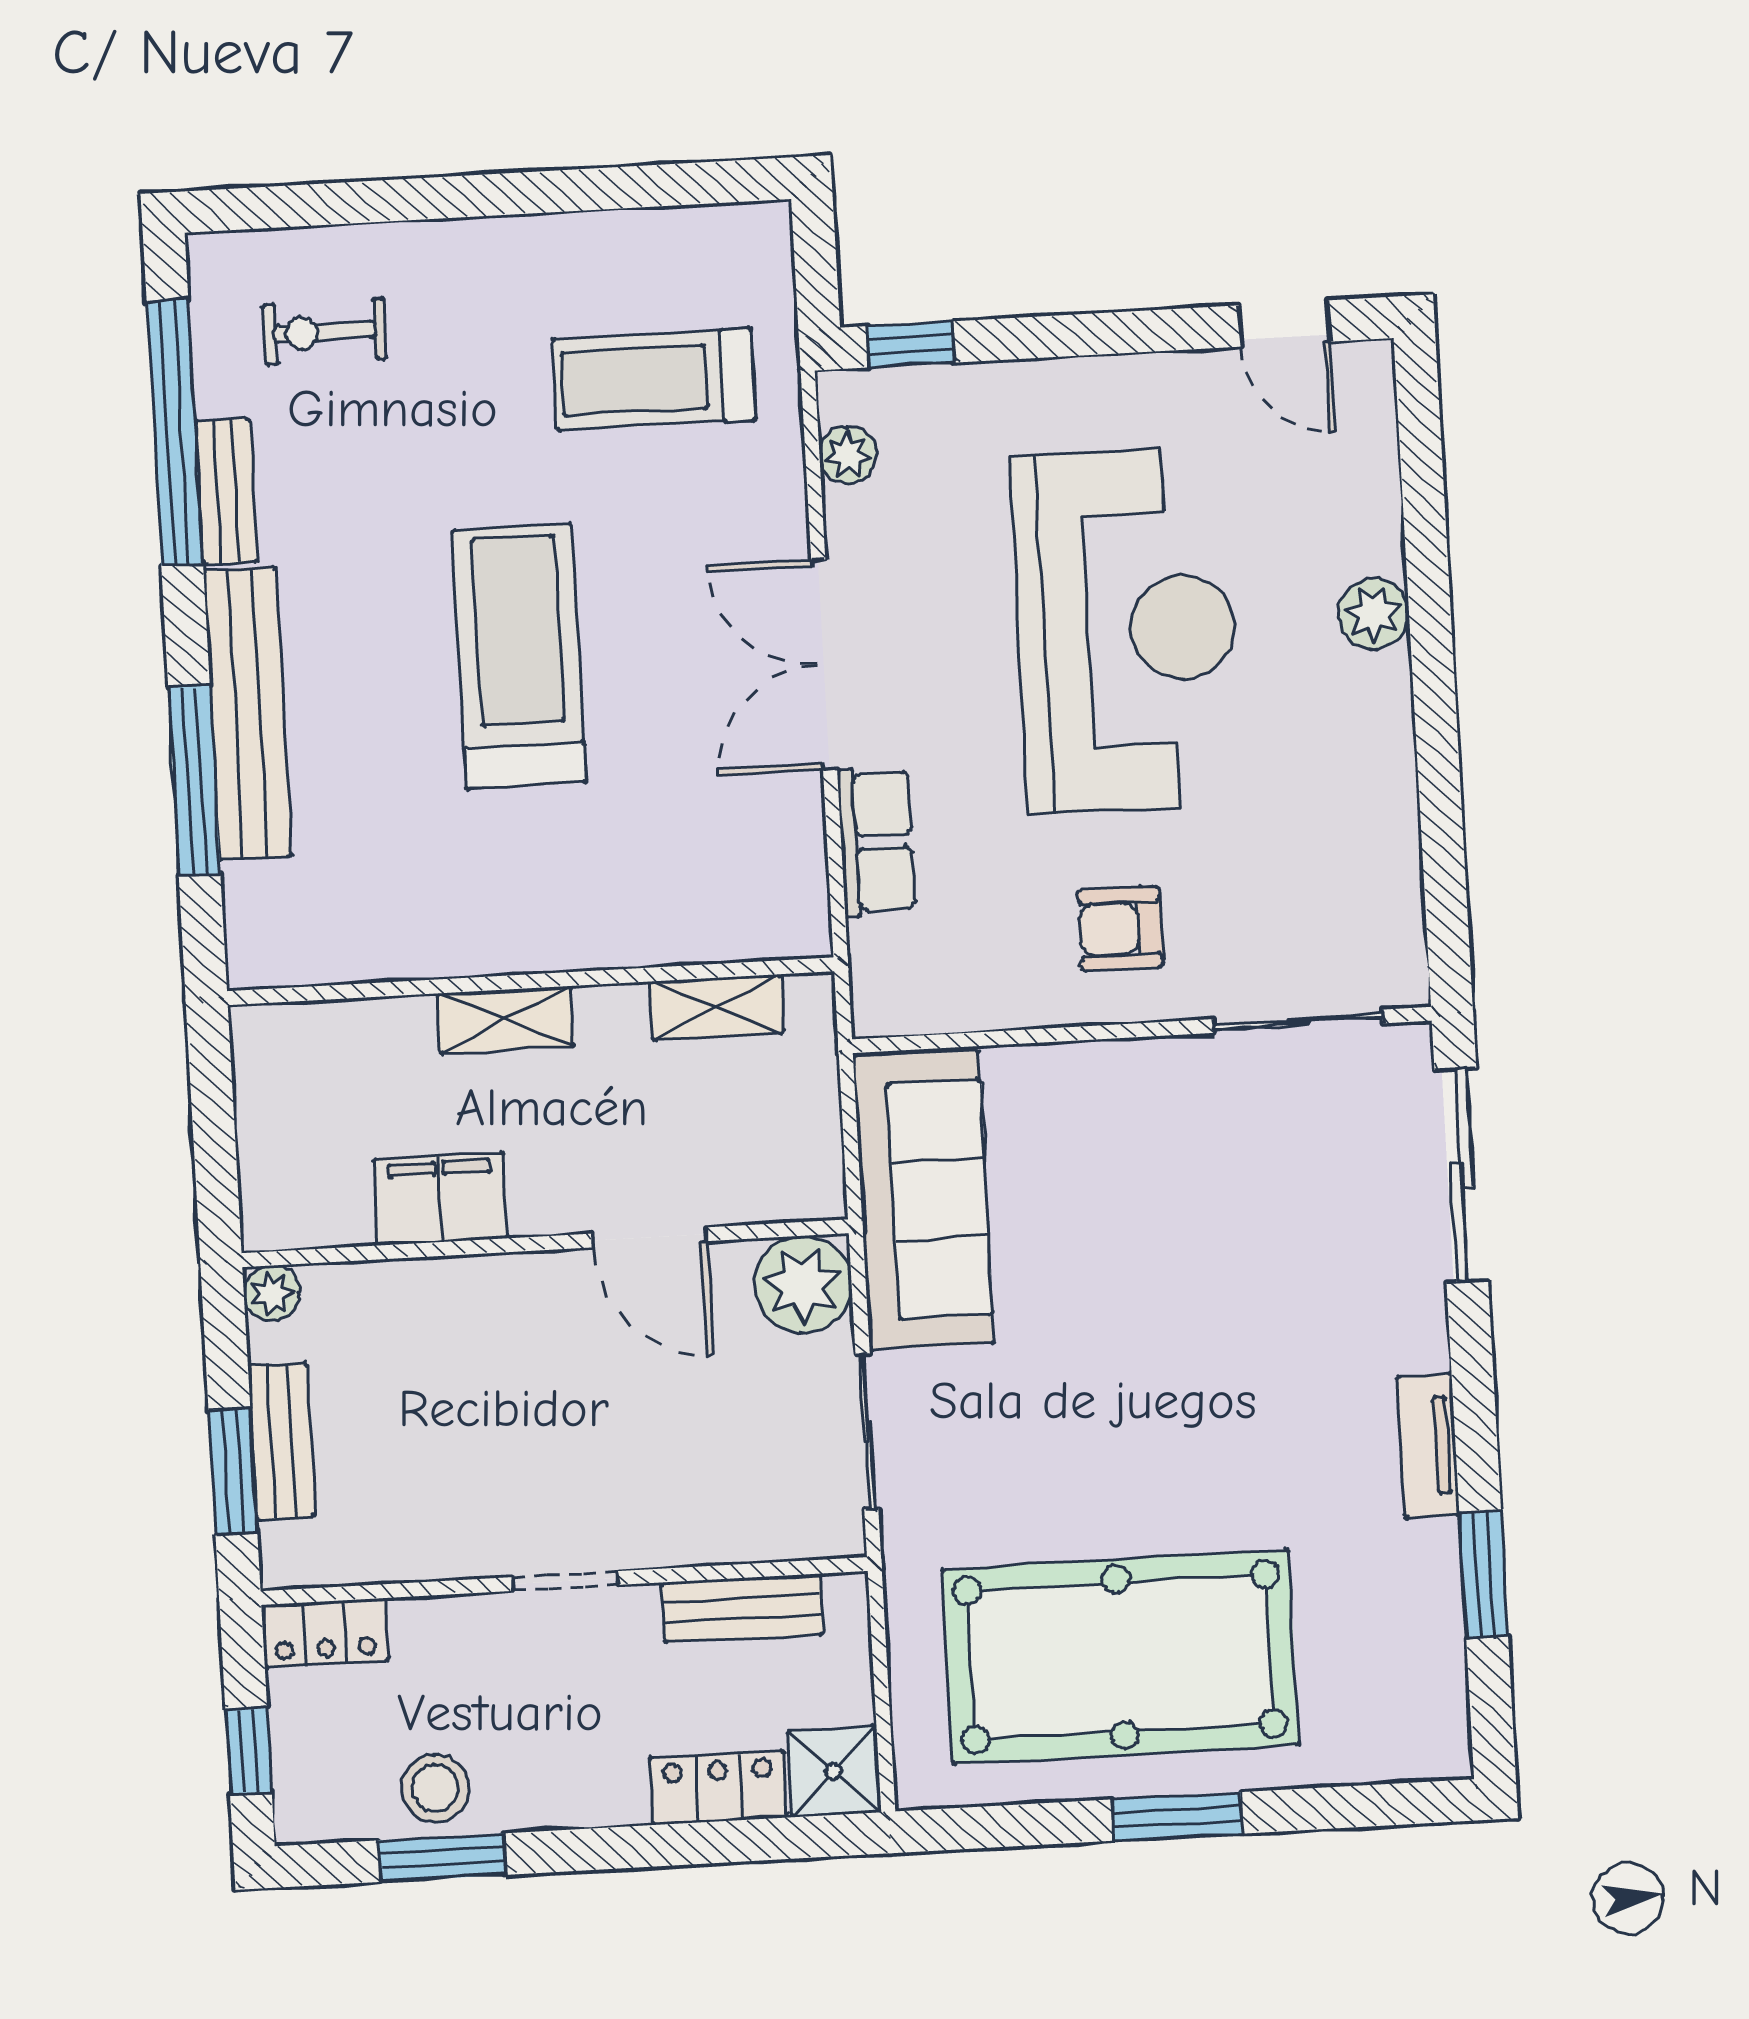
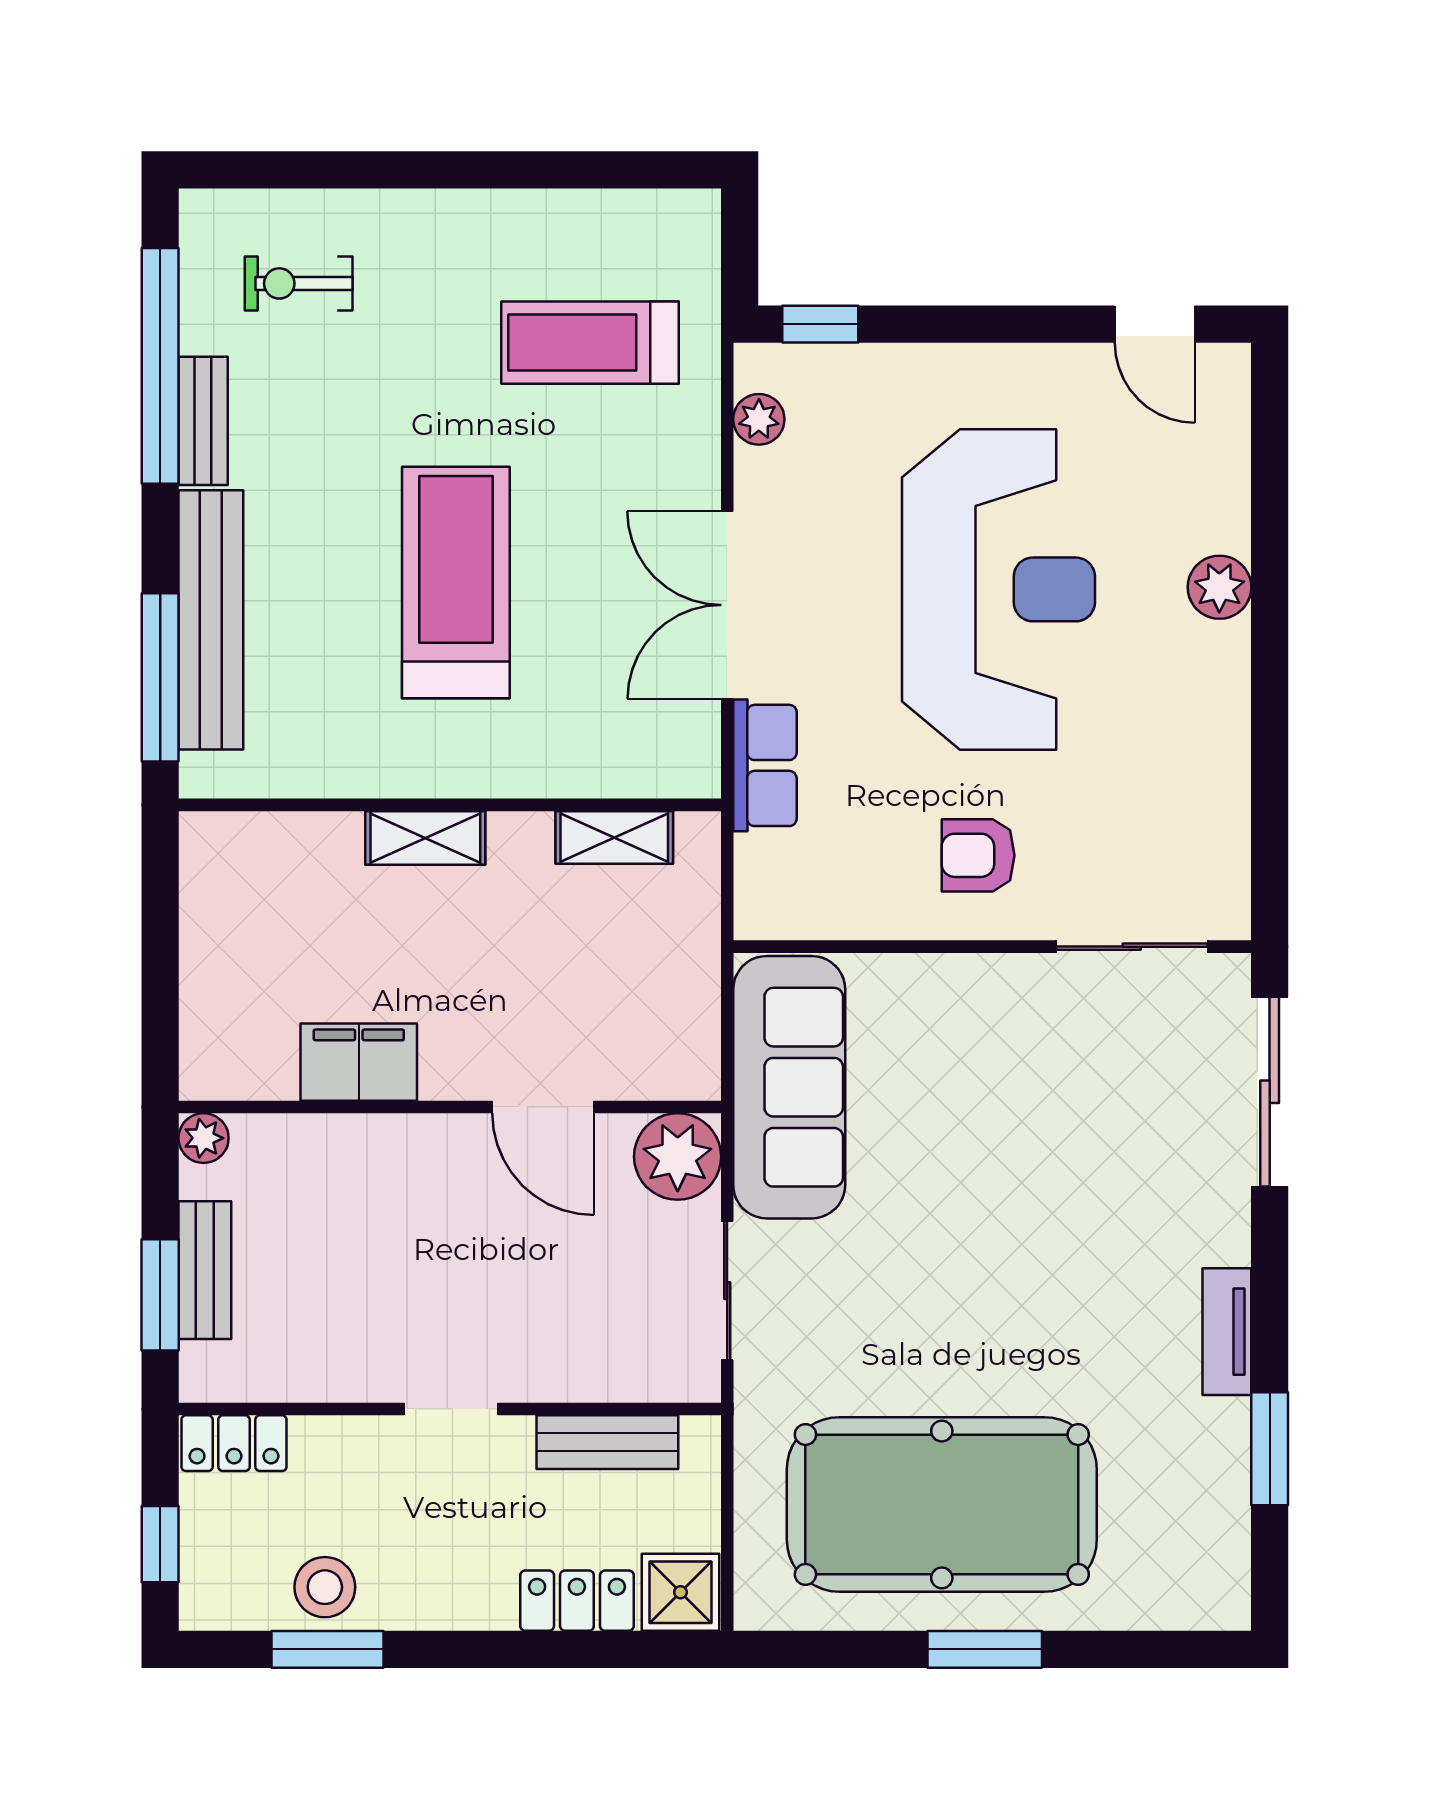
wall: (531, 981) -> (450, 805), moved
shelving: (717, 1007) -> (614, 837), moved
shelving: (505, 1020) -> (425, 838), moved

